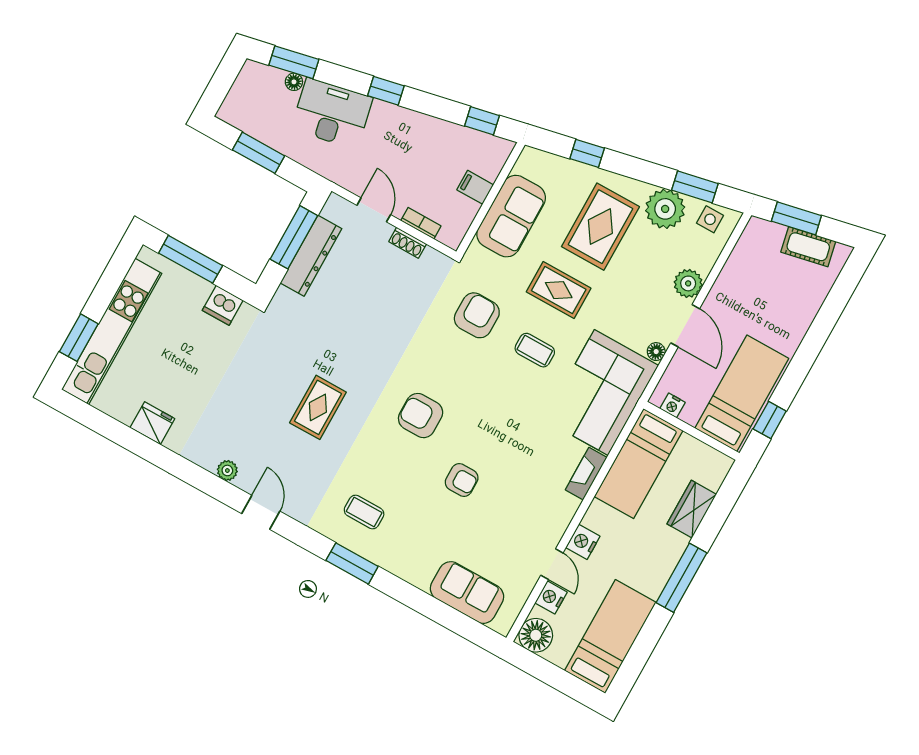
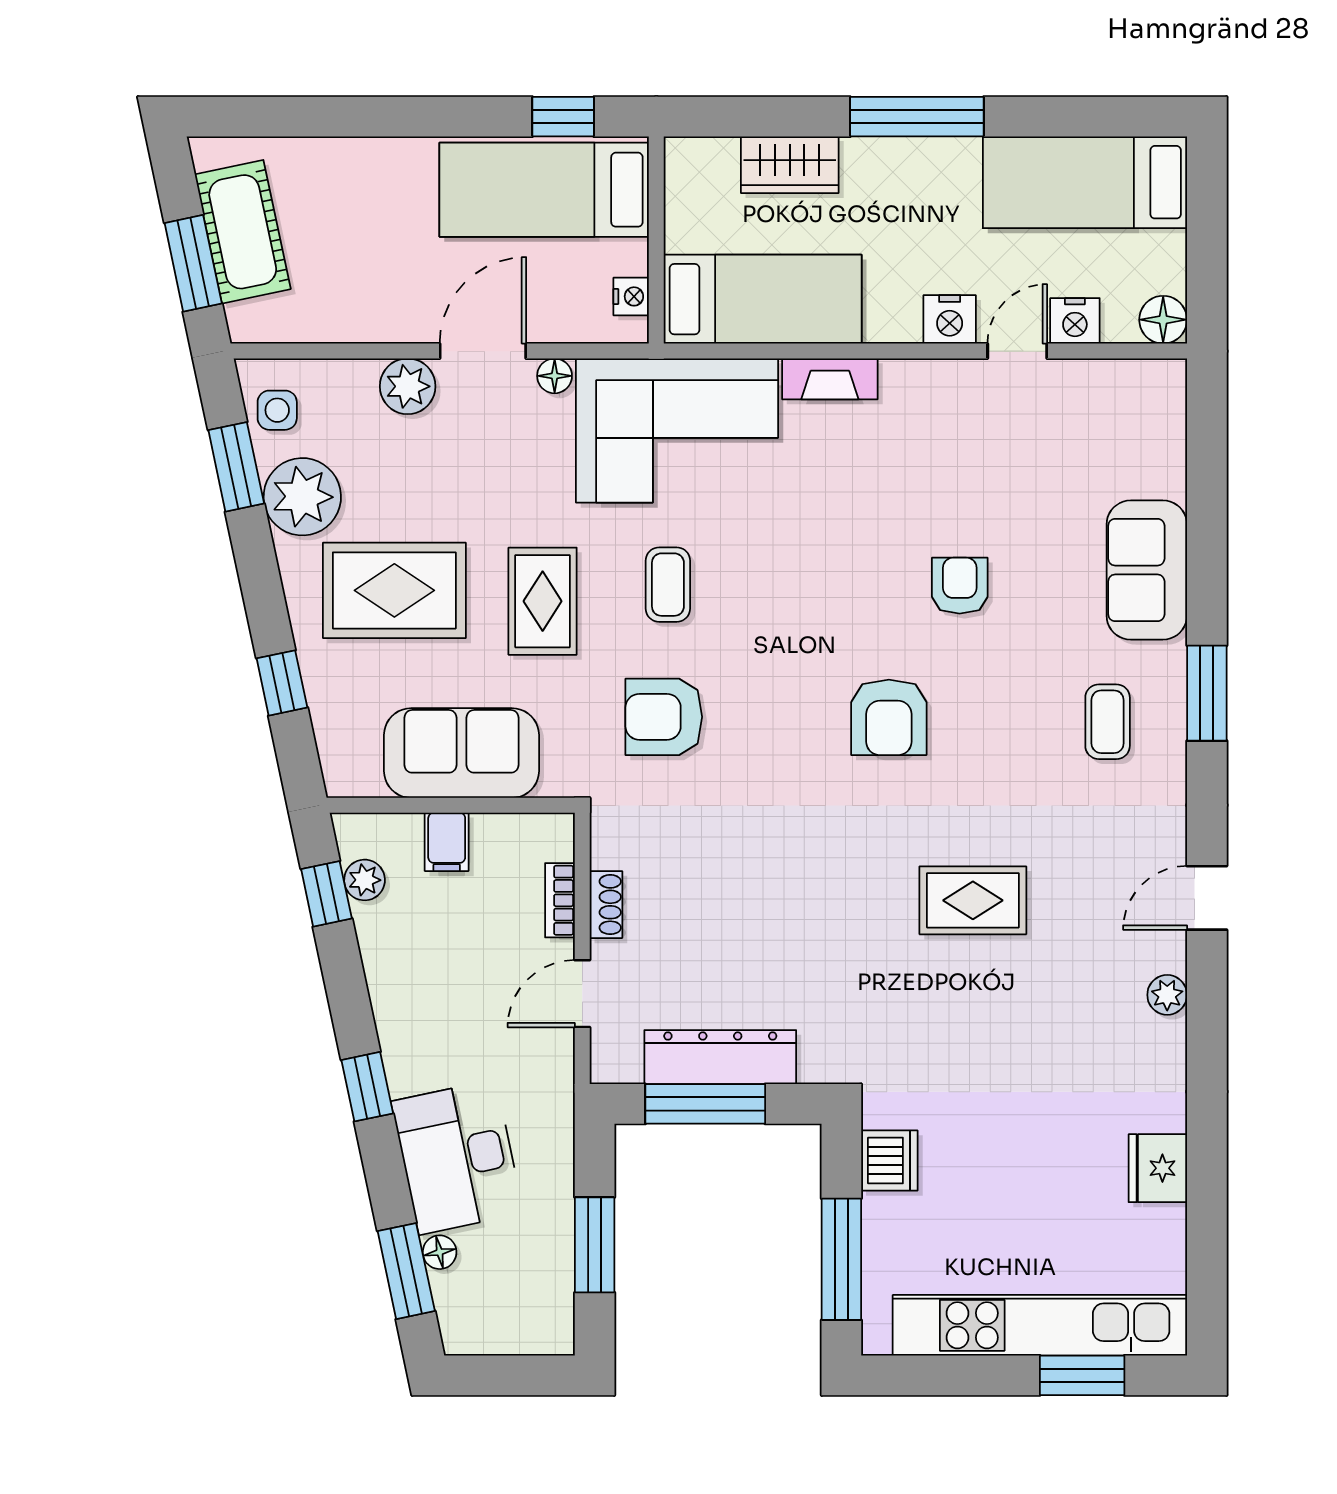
plant: (479, 141) -> (365, 880), added
cot: (808, 247) -> (243, 232), width x1.37, depth x1.34
sofa: (467, 593) -> (1147, 570), moved
floor lamp: (536, 635) -> (1163, 320), width x0.73, depth x0.73

